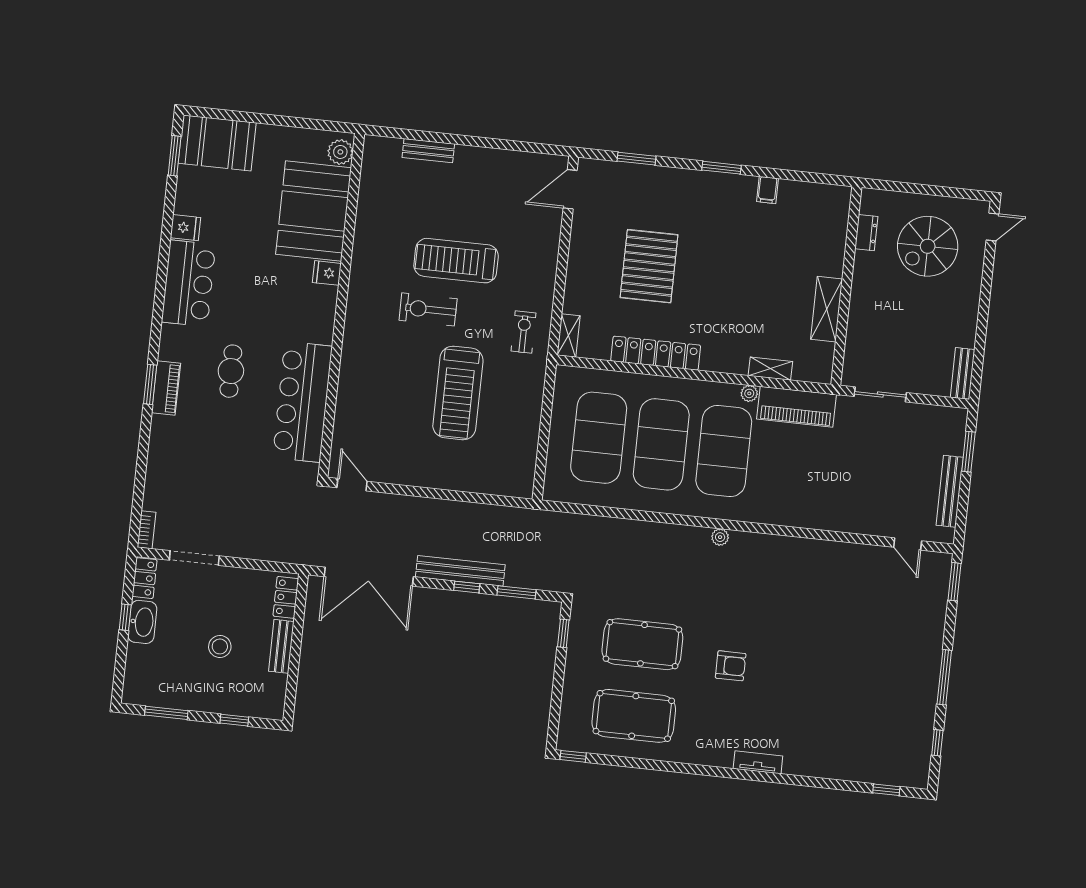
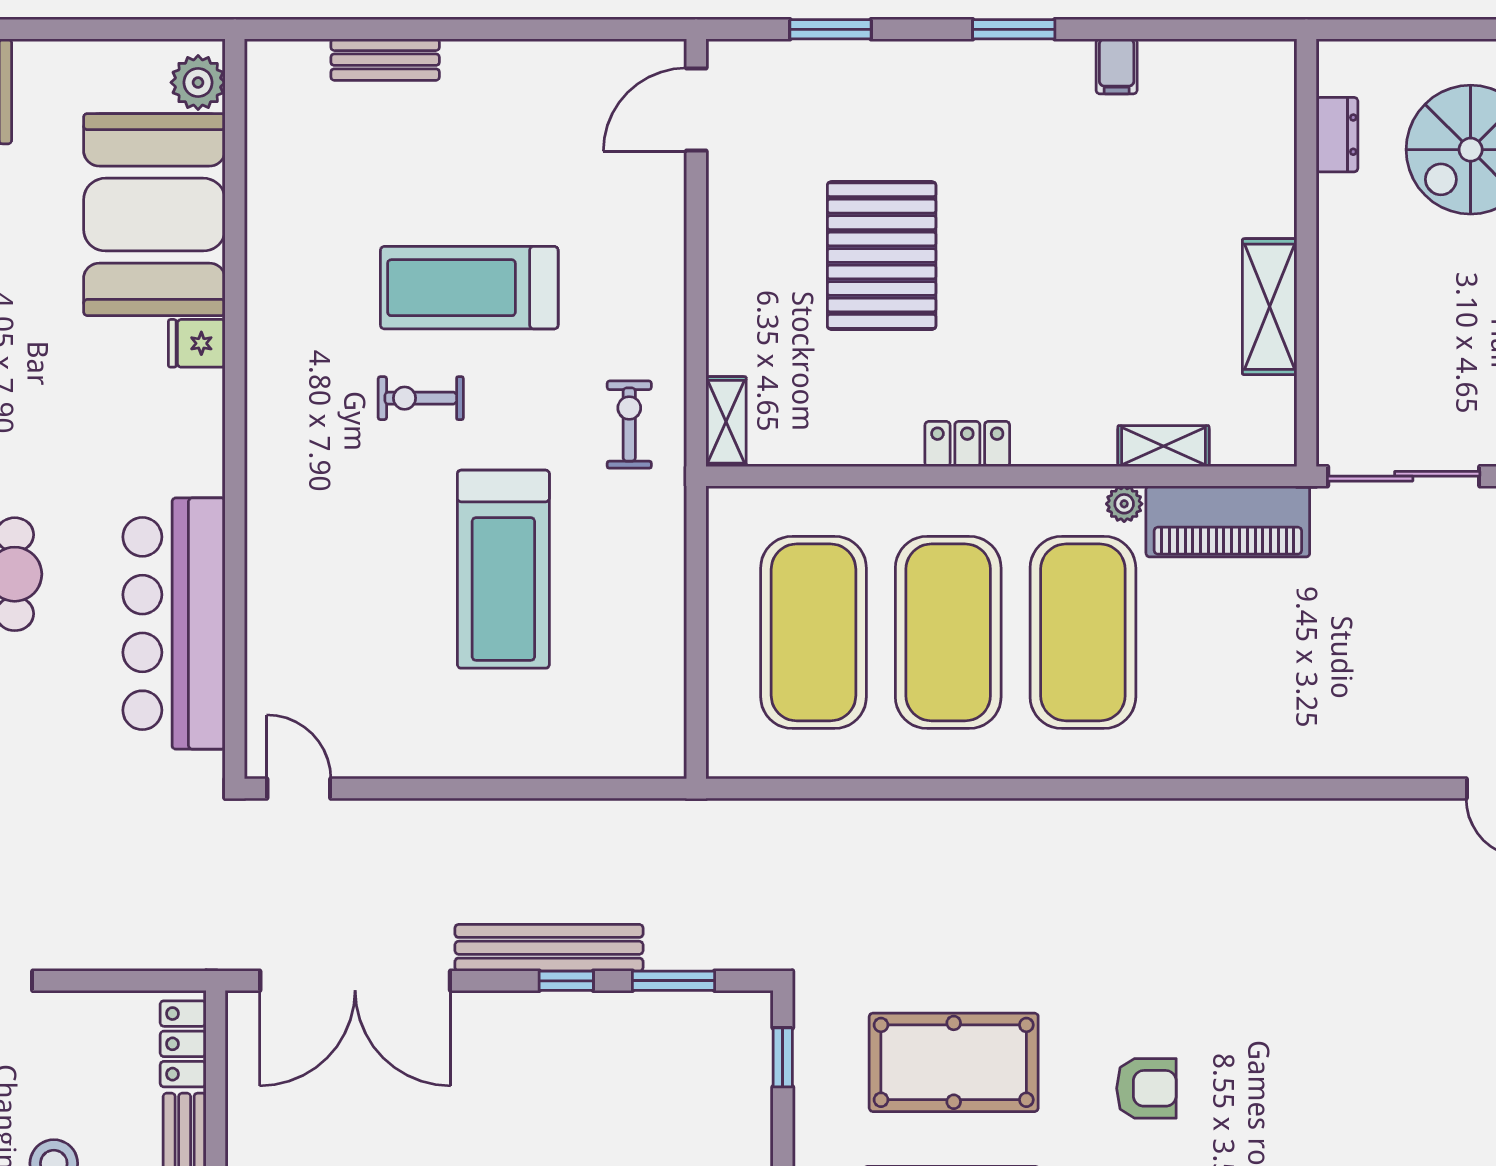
exercise bike: (428, 309) -> (421, 398), width x0.73, depth x0.72
locker: (656, 353) -> (967, 444), width x0.46, depth x0.83
sliding door: (880, 394) -> (1404, 476), width x1.37
plant: (720, 537) -> (1095, 817), removed

